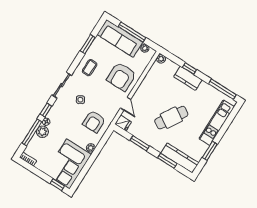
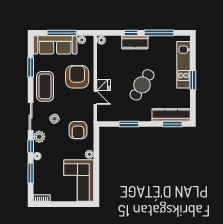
coffee table: (90, 68) -> (45, 86), width x1.86, depth x1.72
armchair: (121, 77) -> (77, 77), turned 180
window: (222, 89) -> (159, 33), moved
fridge: (123, 123) -> (104, 85), moved
window: (32, 132) -> (31, 173), width x0.69
plant: (42, 132) -> (39, 137), moved
window: (210, 151) -> (193, 80), moved
window: (167, 161) -> (172, 124), moved
window: (57, 185) -> (81, 204), removed

